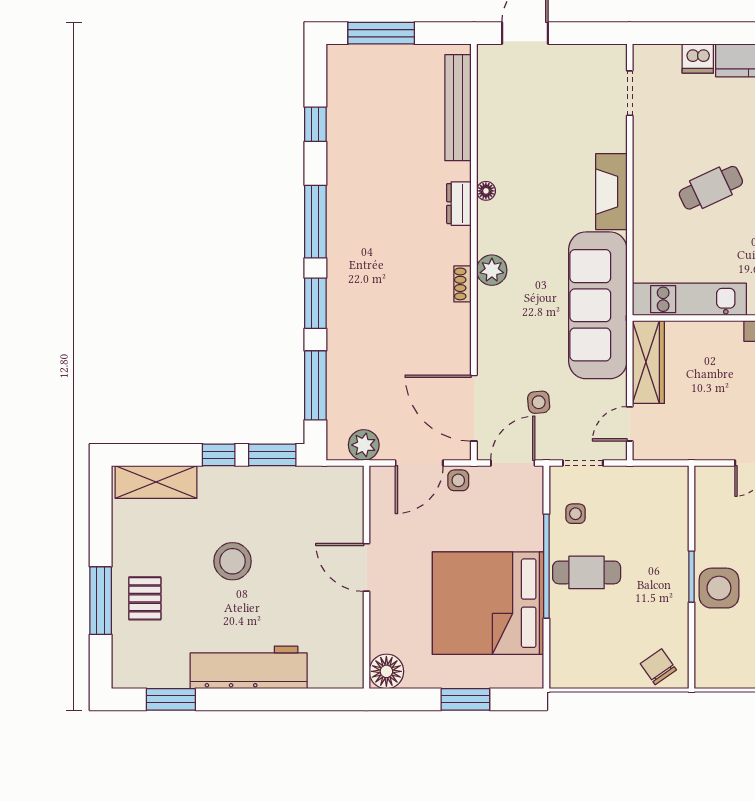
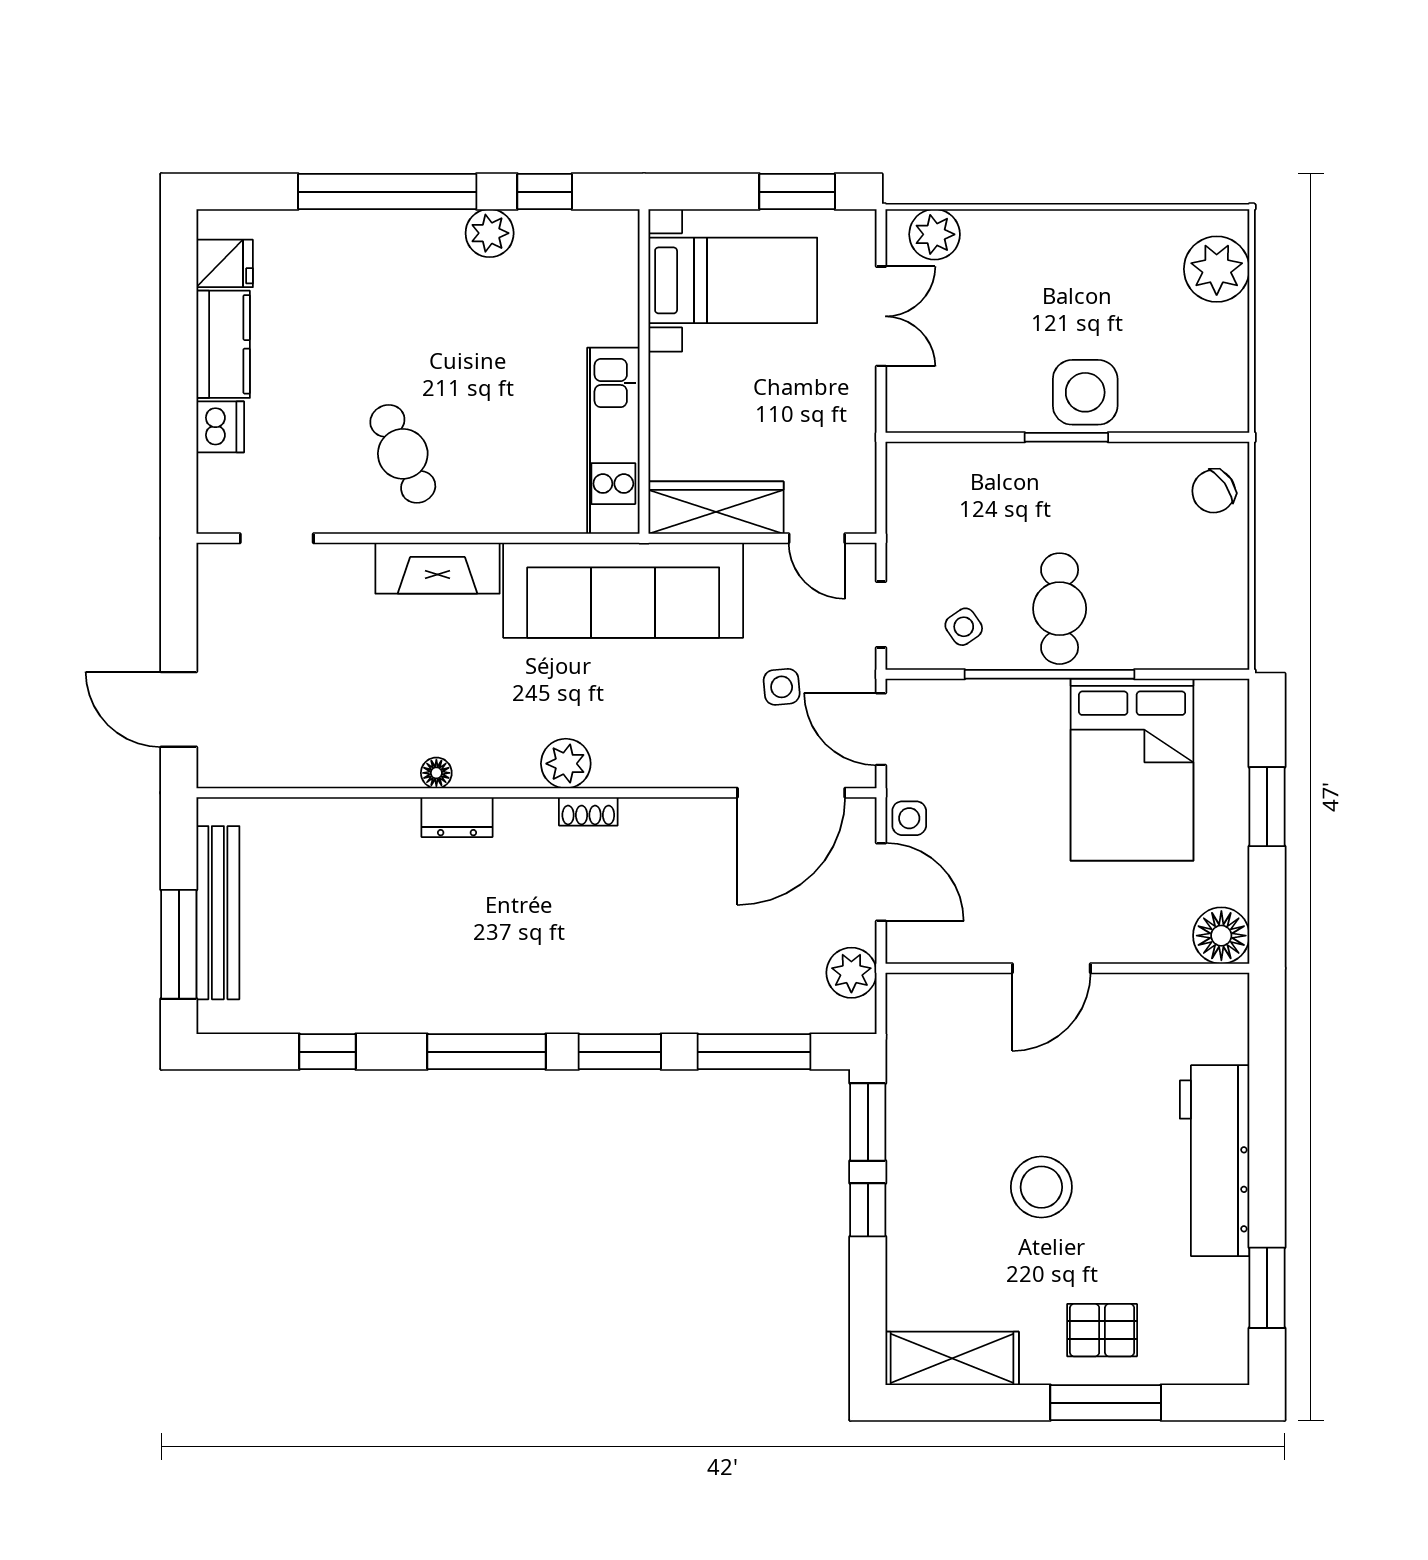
bench: (458, 108) -> (218, 913), moved, turned 90
cafe table: (711, 188) -> (403, 454), moved
shelving: (156, 482) -> (952, 1358), moved, turned 90
side table: (575, 514) -> (964, 627), turned -35
bed: (488, 603) -> (1132, 770), width x0.73

